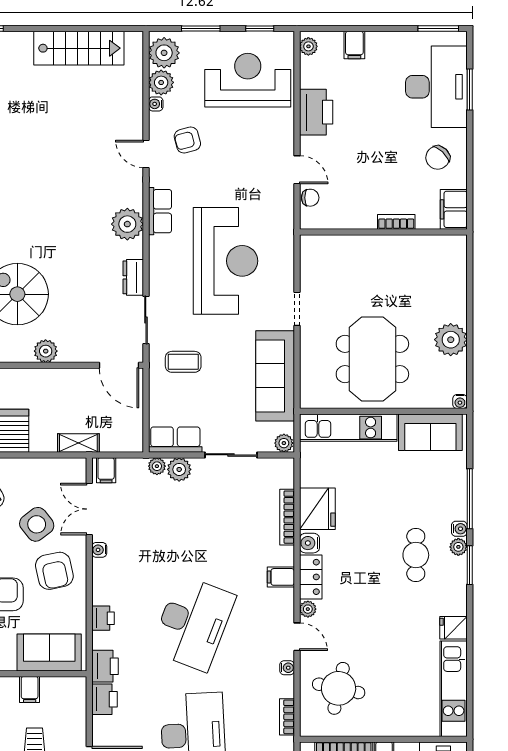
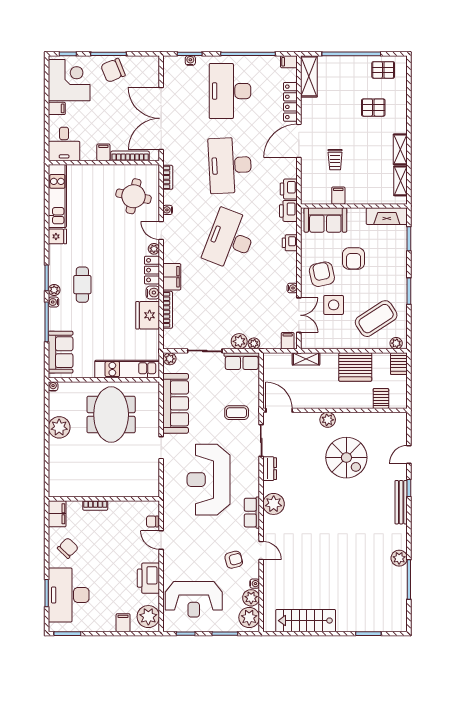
plant: (308, 46) -> (148, 617), width x1.87, depth x1.87
sofa: (430, 432) -> (61, 352), moved, turned 90
side table: (37, 524) -> (334, 305), turned 38
filing cabinet: (281, 577) -> (172, 277), width x2.00

